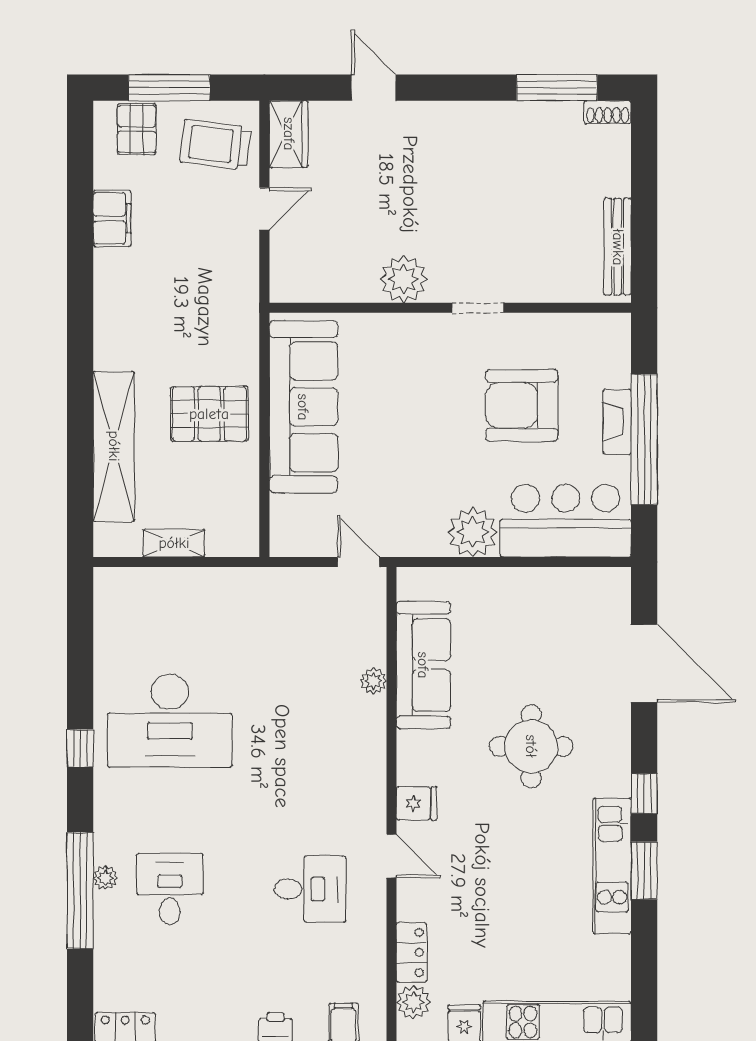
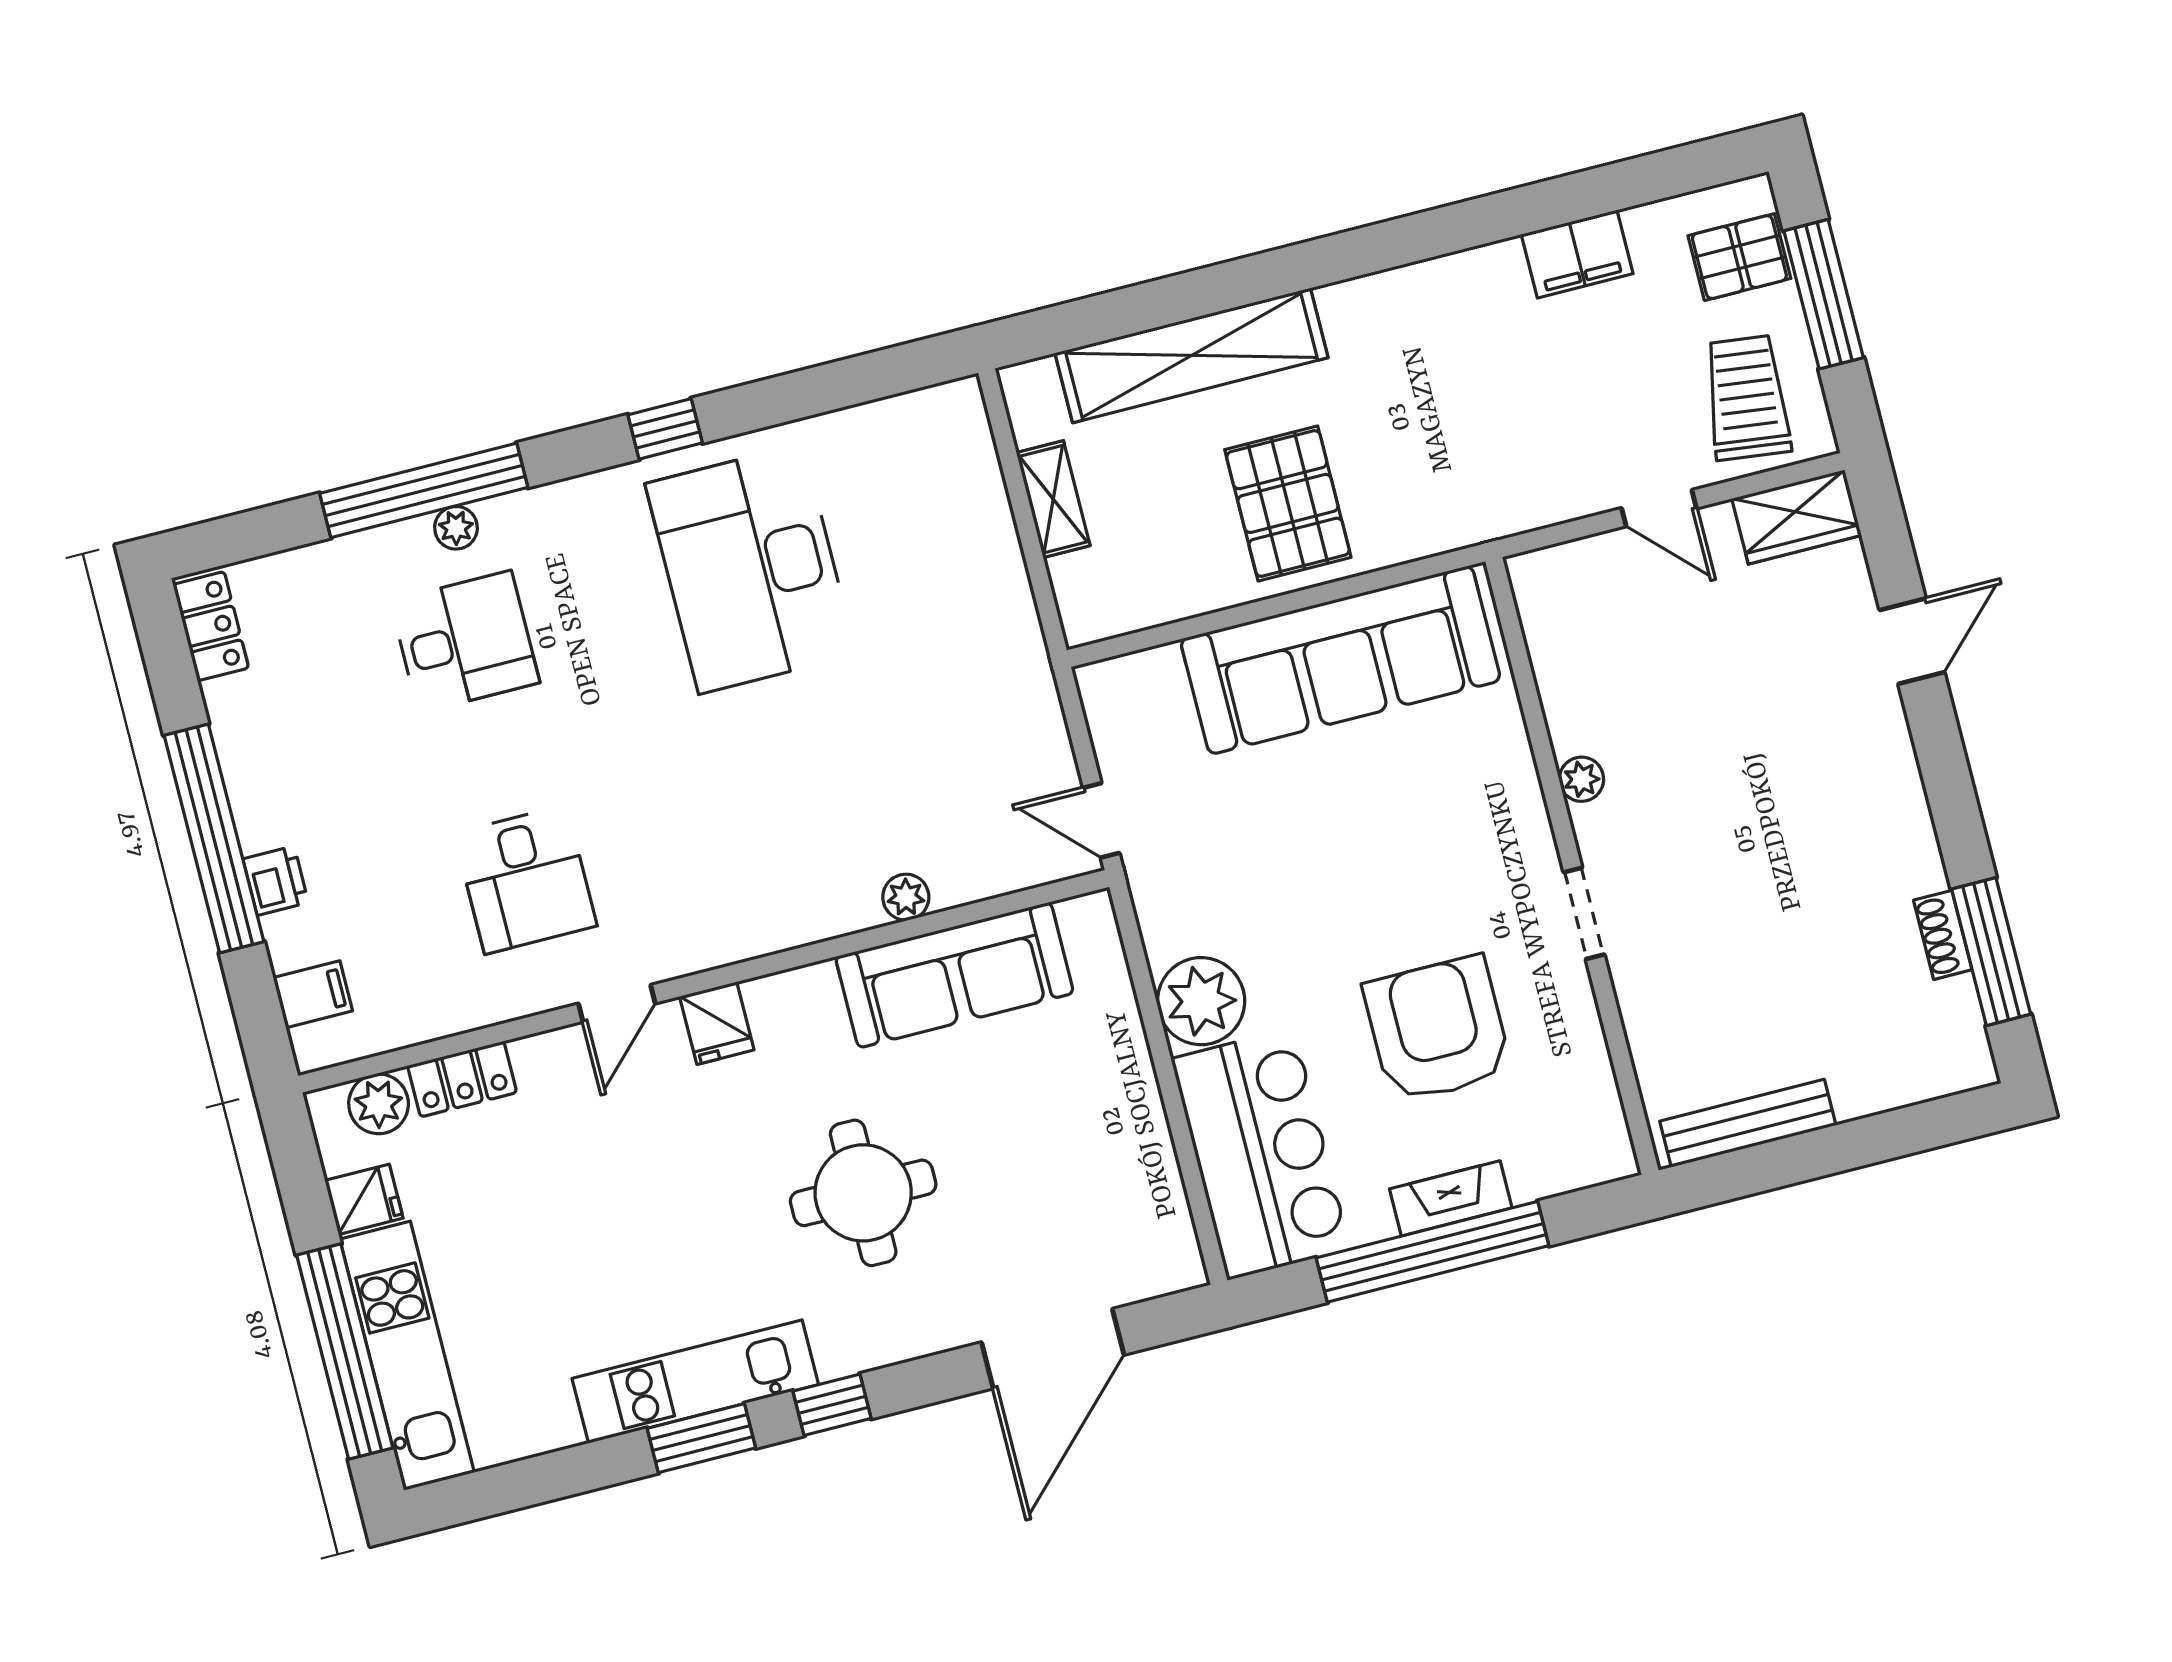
shoe rack: (608, 112) -> (1943, 935), moved
plant: (404, 279) -> (1581, 779), width x0.53, depth x0.53
door: (358, 562) -> (1101, 820), swing flipped

